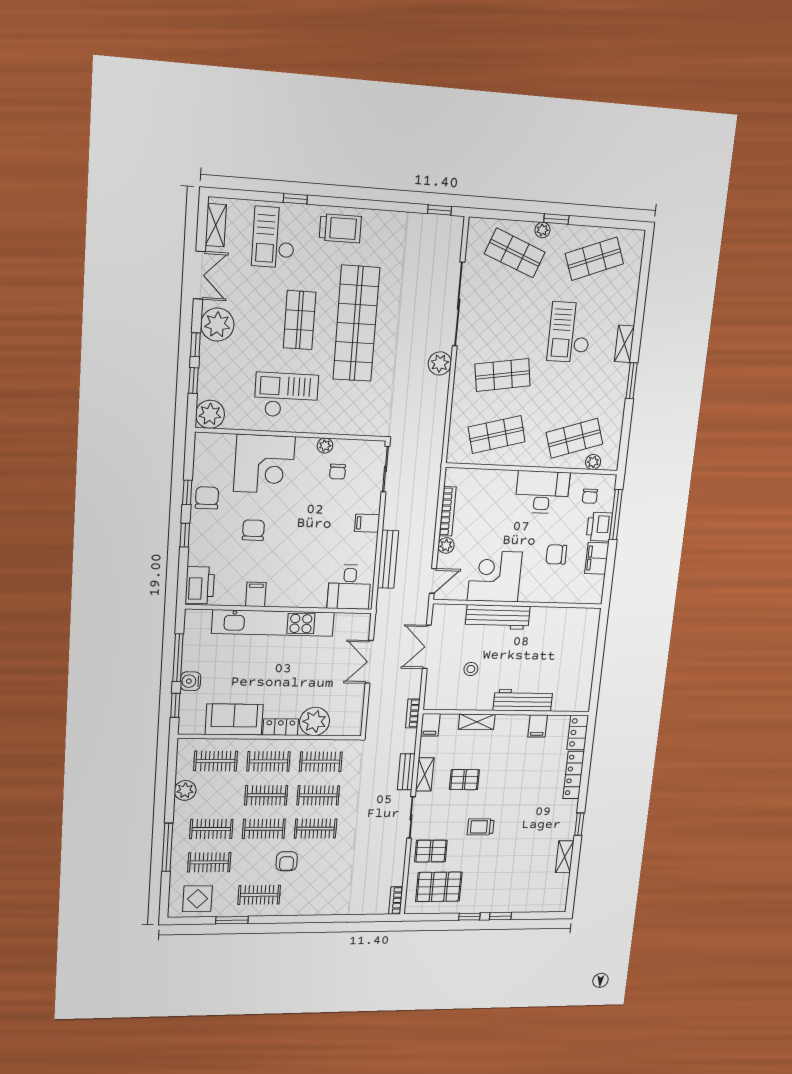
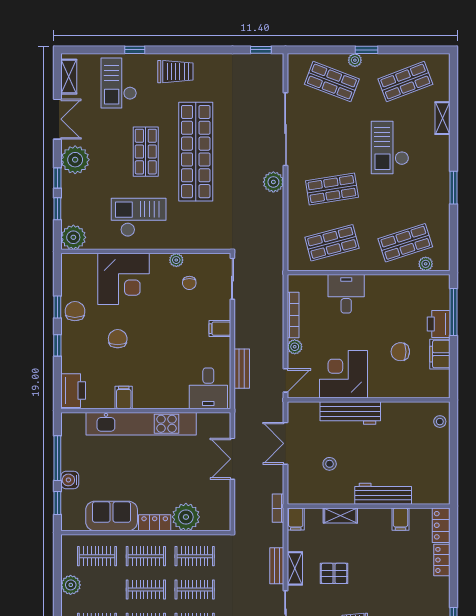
shelving: (624, 344) -> (443, 118), moved
desk: (542, 492) -> (346, 294), moved, width x0.73
chair: (590, 496) -> (426, 296), removed
bench: (388, 559) -> (242, 369), width x0.73
stool: (589, 628) -> (440, 422), added
locker: (574, 775) -> (442, 560), width x0.66

